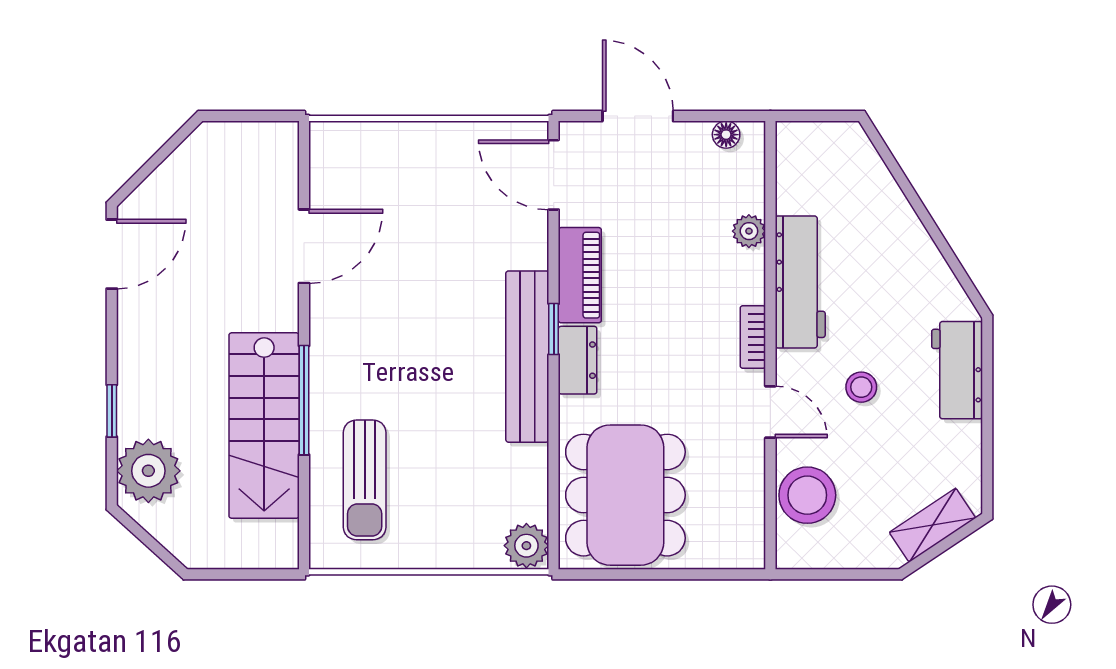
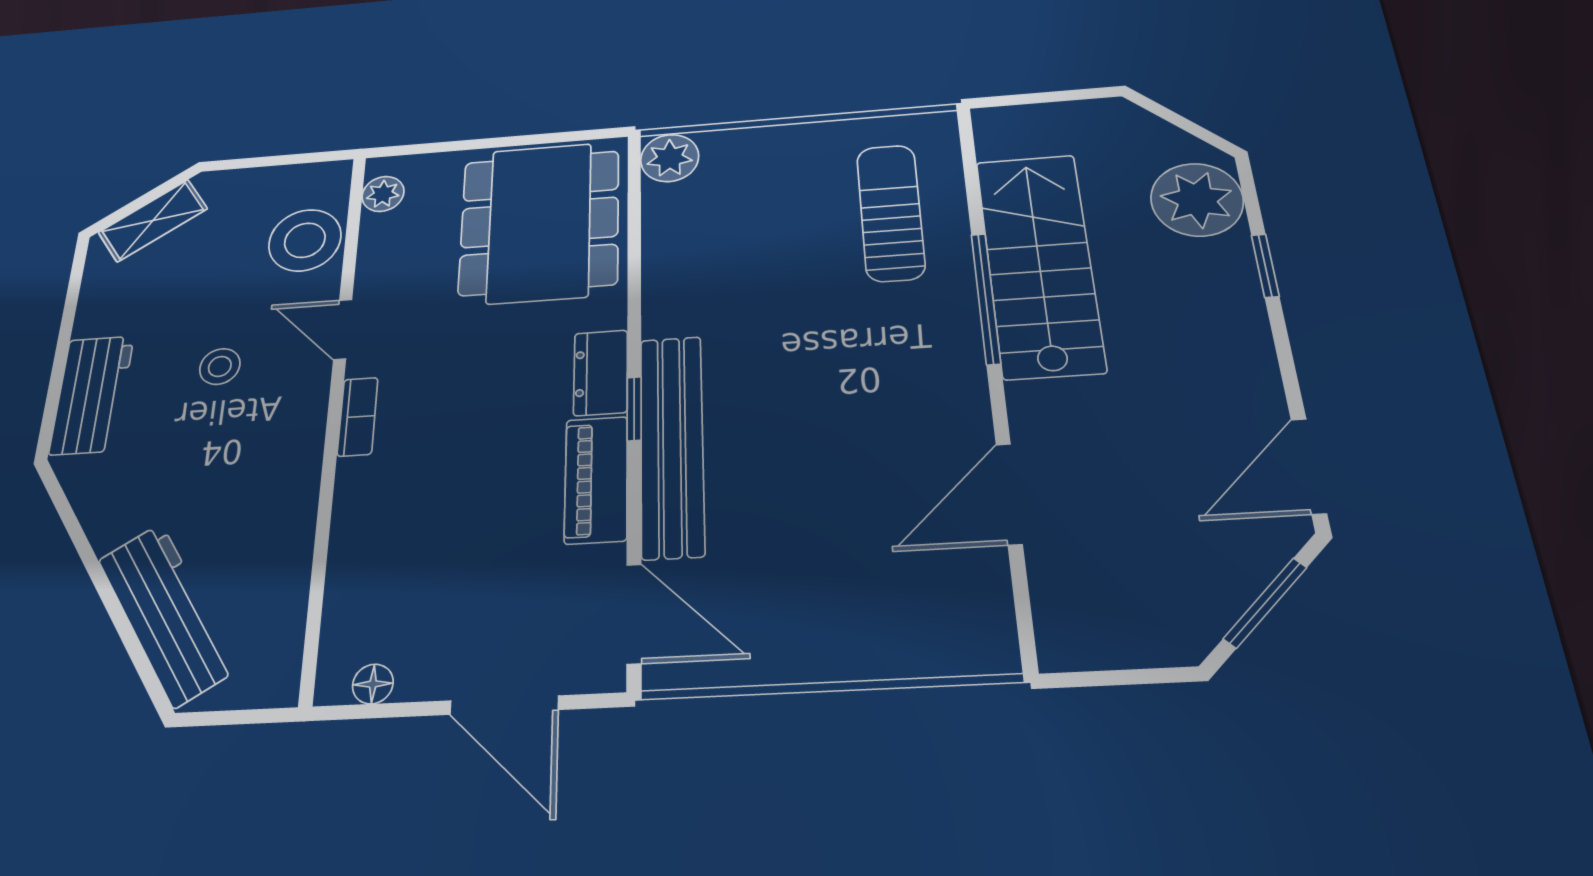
window: (155, 161) -> (1265, 603), added
plant: (749, 231) -> (383, 194), moved
workbench: (800, 282) -> (167, 614), moved, turned 148
bench: (527, 357) -> (672, 445), moved

